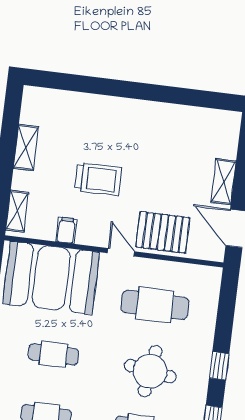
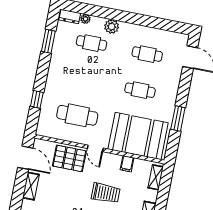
trolley: (98, 179) -> (106, 193), turned 180
window: (219, 366) -> (37, 99), moved
round table: (150, 371) -> (83, 76), removed

